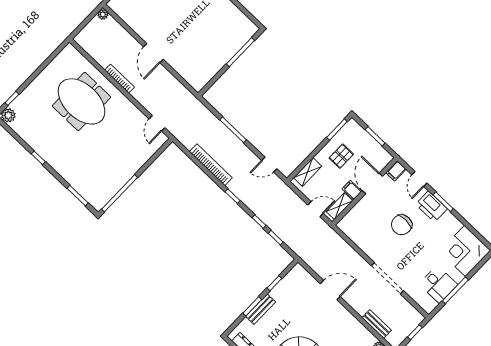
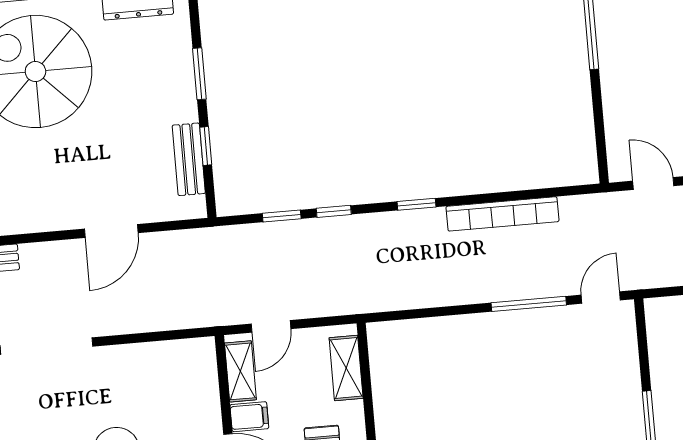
door: (269, 165) -> (601, 298), moved
bench: (261, 309) -> (189, 159), moved

